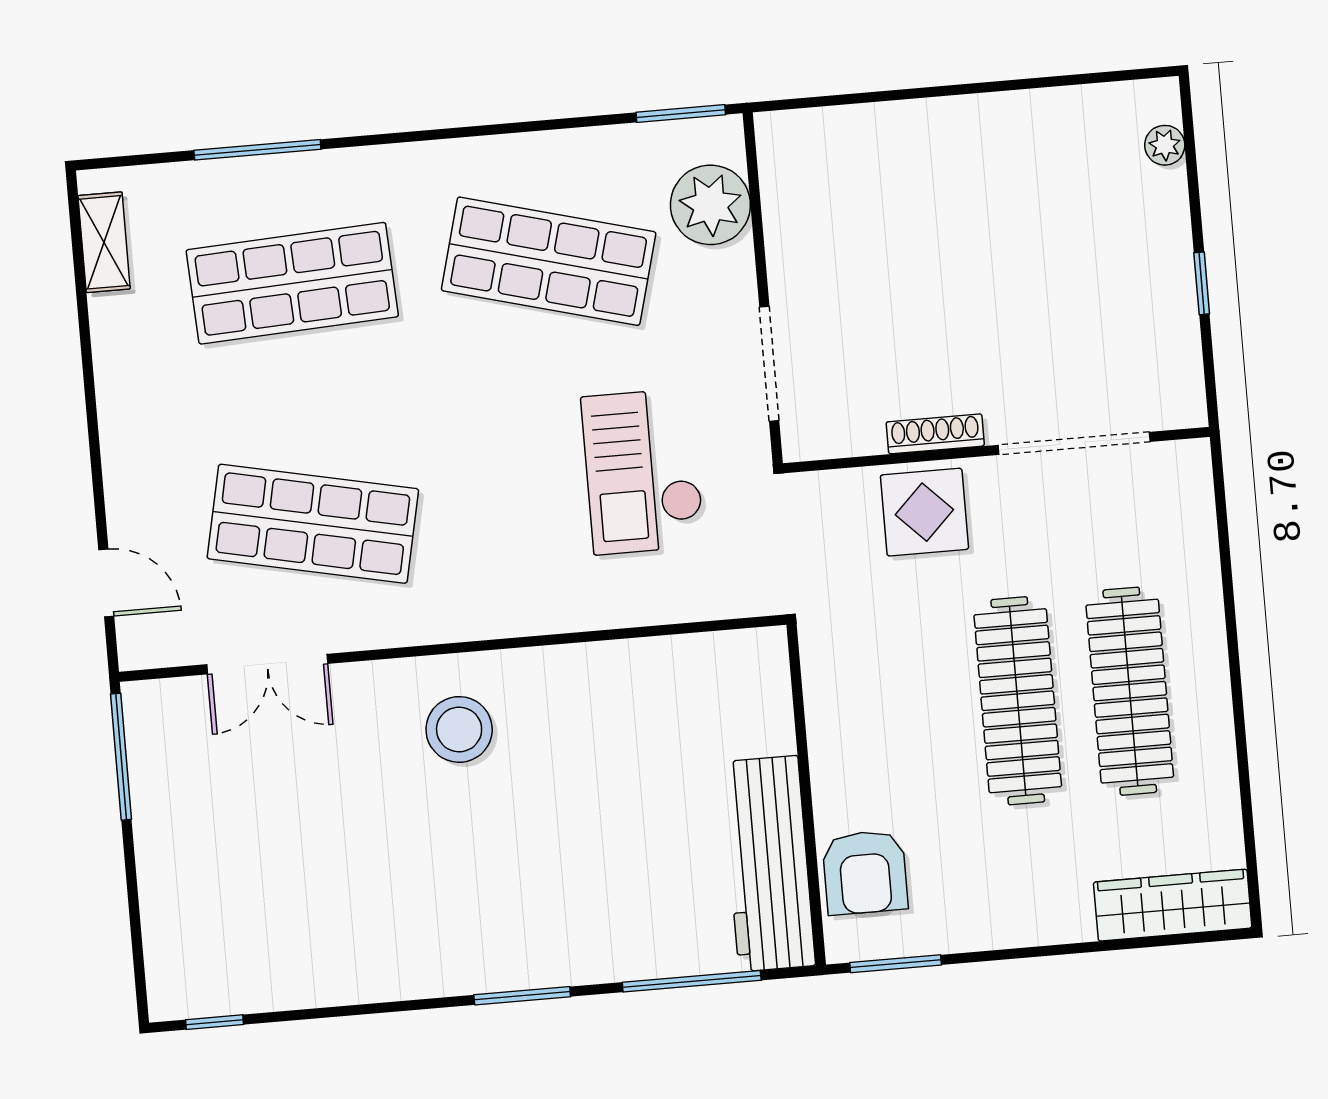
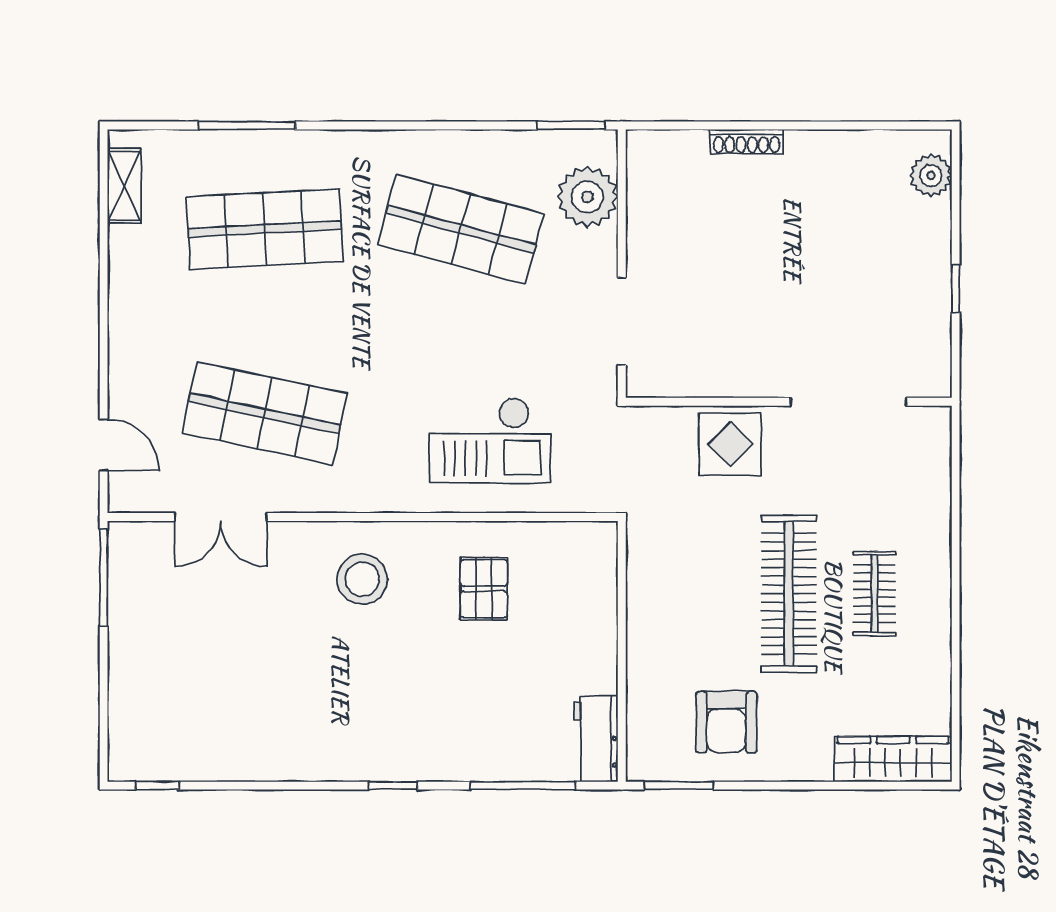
plant: (1165, 145) -> (931, 175), width x1.38, depth x1.38
shoe rack: (935, 434) -> (747, 142), moved, turned 180
checkout: (643, 471) -> (490, 440), moved, turned -90
clothes rail: (1130, 691) -> (874, 594), width x0.54, depth x0.76
pallet: (619, 728) -> (484, 589), added
workbench: (768, 864) -> (596, 739), width x0.53, depth x0.76
armchair: (865, 872) -> (726, 722), moved
window: (522, 996) -> (393, 786), width x0.67

